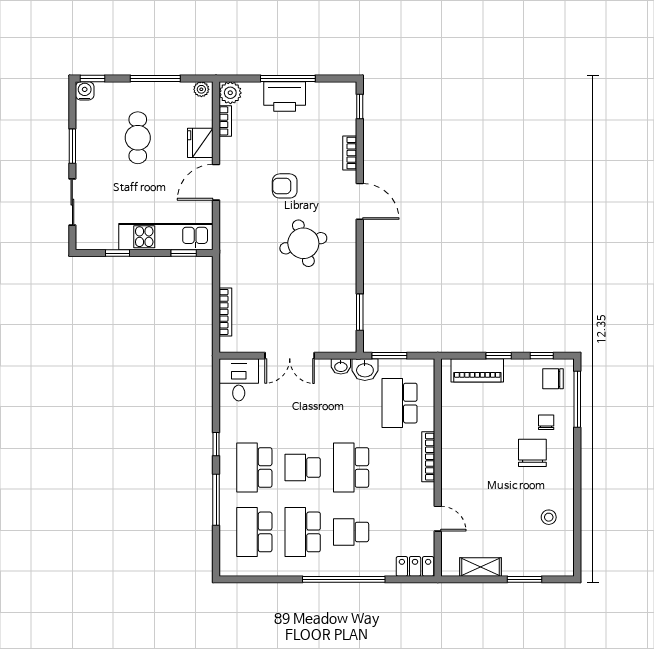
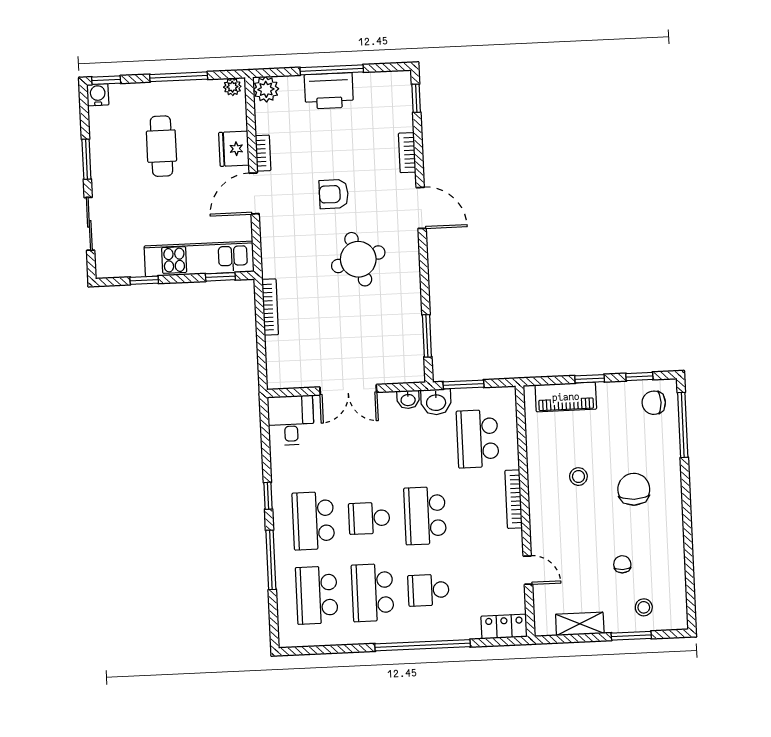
bookcase: (225, 121) -> (263, 153), moved
bookcase: (225, 312) -> (270, 307), moved
chair: (546, 422) -> (622, 564), moved
stool: (485, 440) -> (578, 477), added
stool: (549, 517) -> (644, 607), moved

